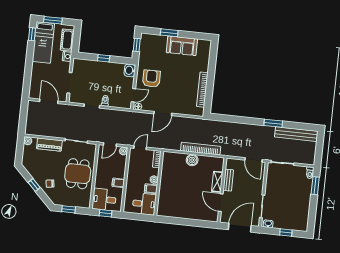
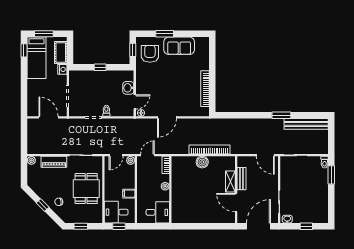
washbasin: (130, 70) -> (128, 88), moved
armchair: (151, 79) -> (150, 54), moved
filing cabinet: (151, 189) -> (163, 196), removed

